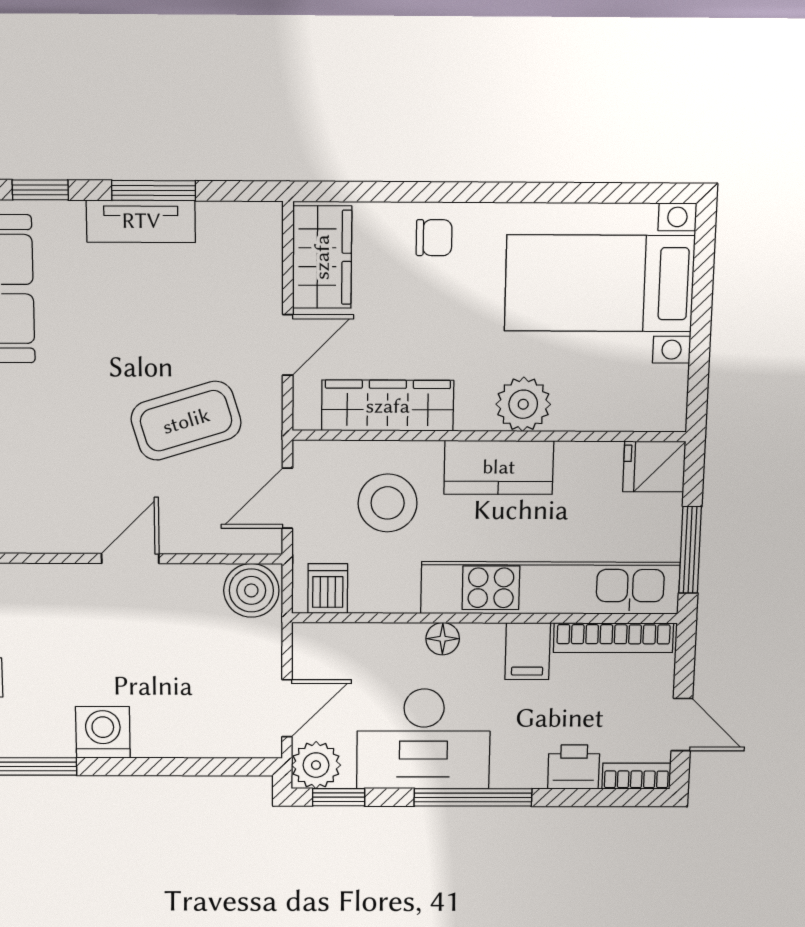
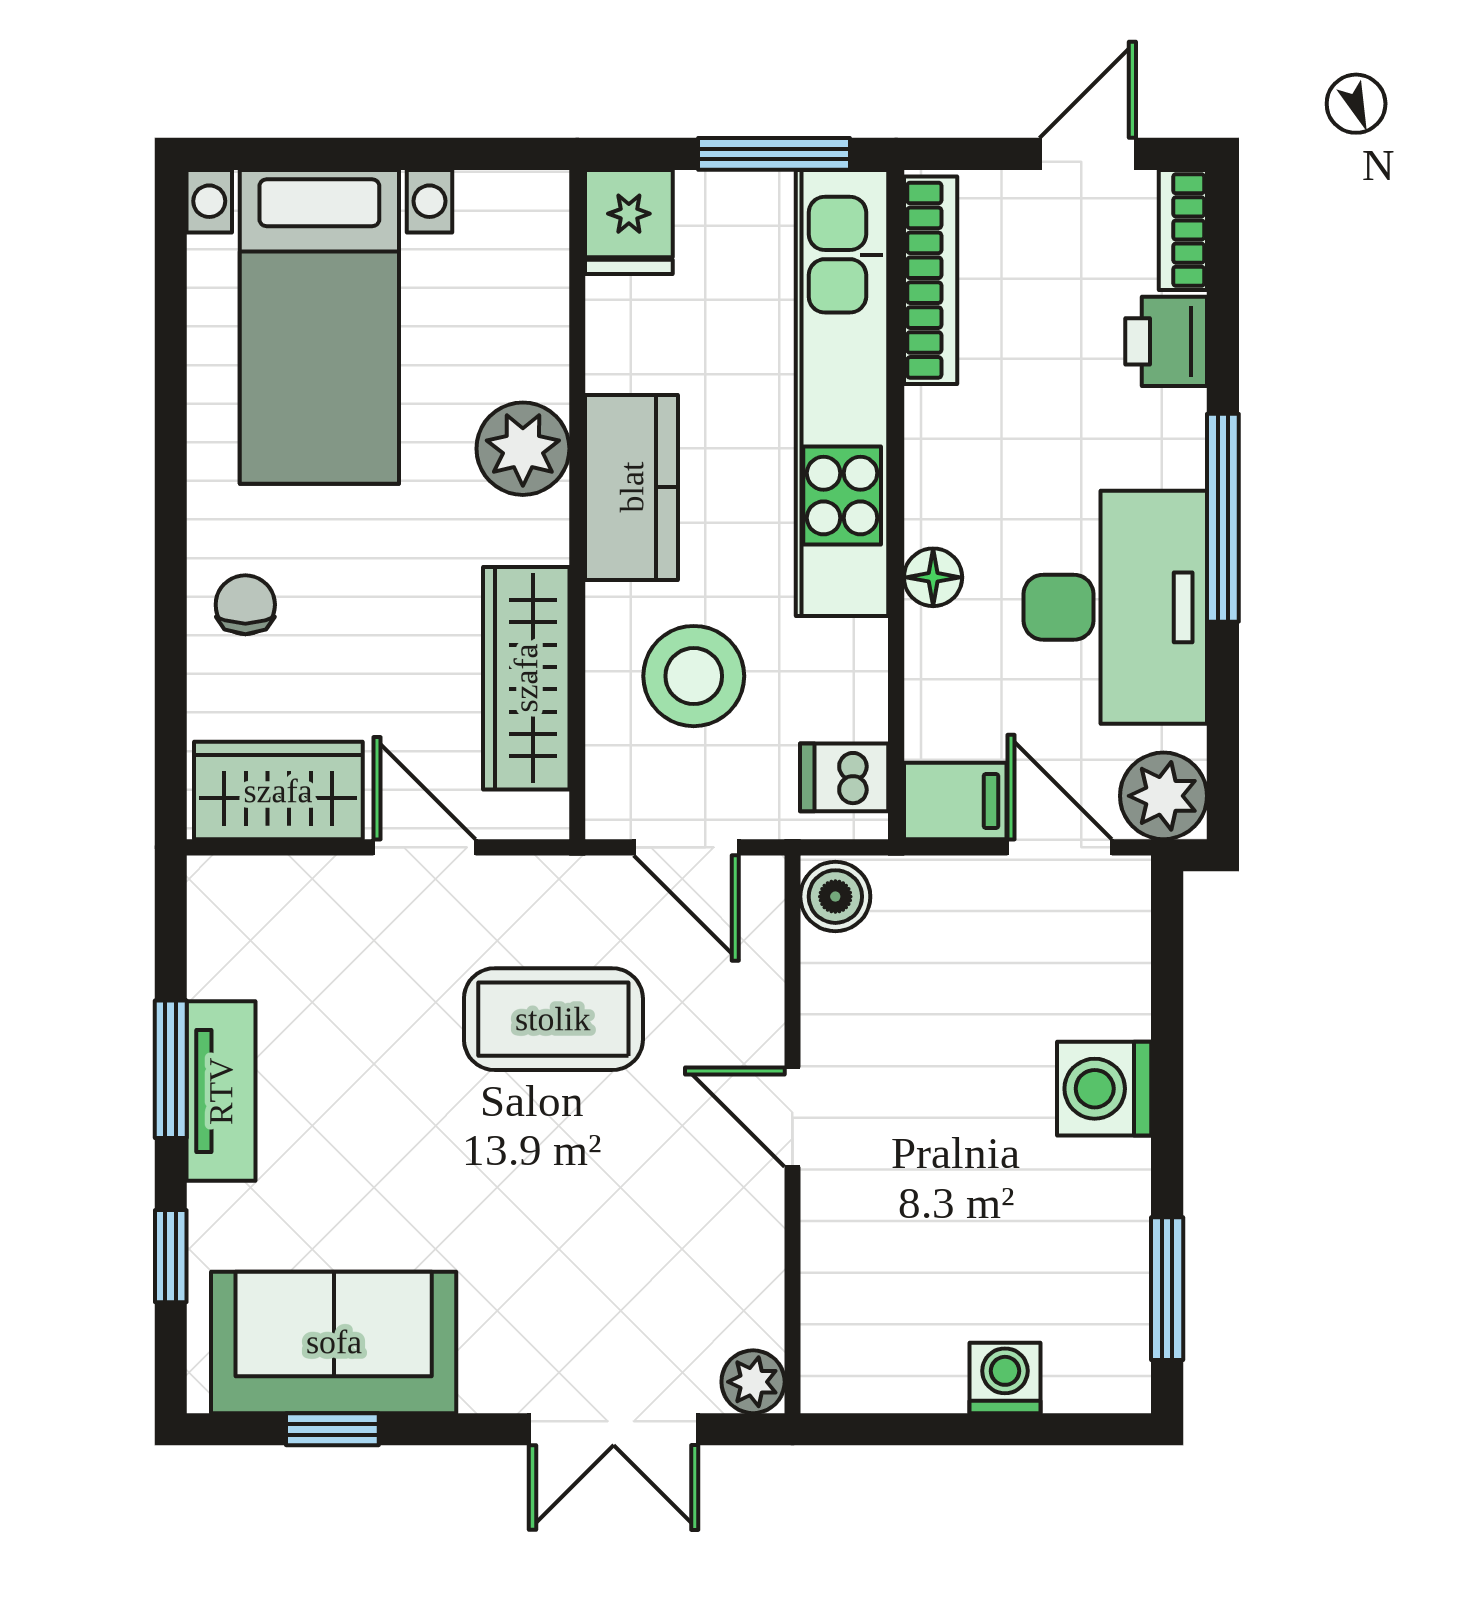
coffee table: (186, 421) -> (553, 1019), turned -73
boiler: (251, 590) -> (835, 897), width x0.73, depth x0.73
filing cabinet: (528, 651) -> (955, 801), moved
washing machine: (103, 732) -> (1104, 1089), moved
window: (339, 797) -> (1223, 756), removed

